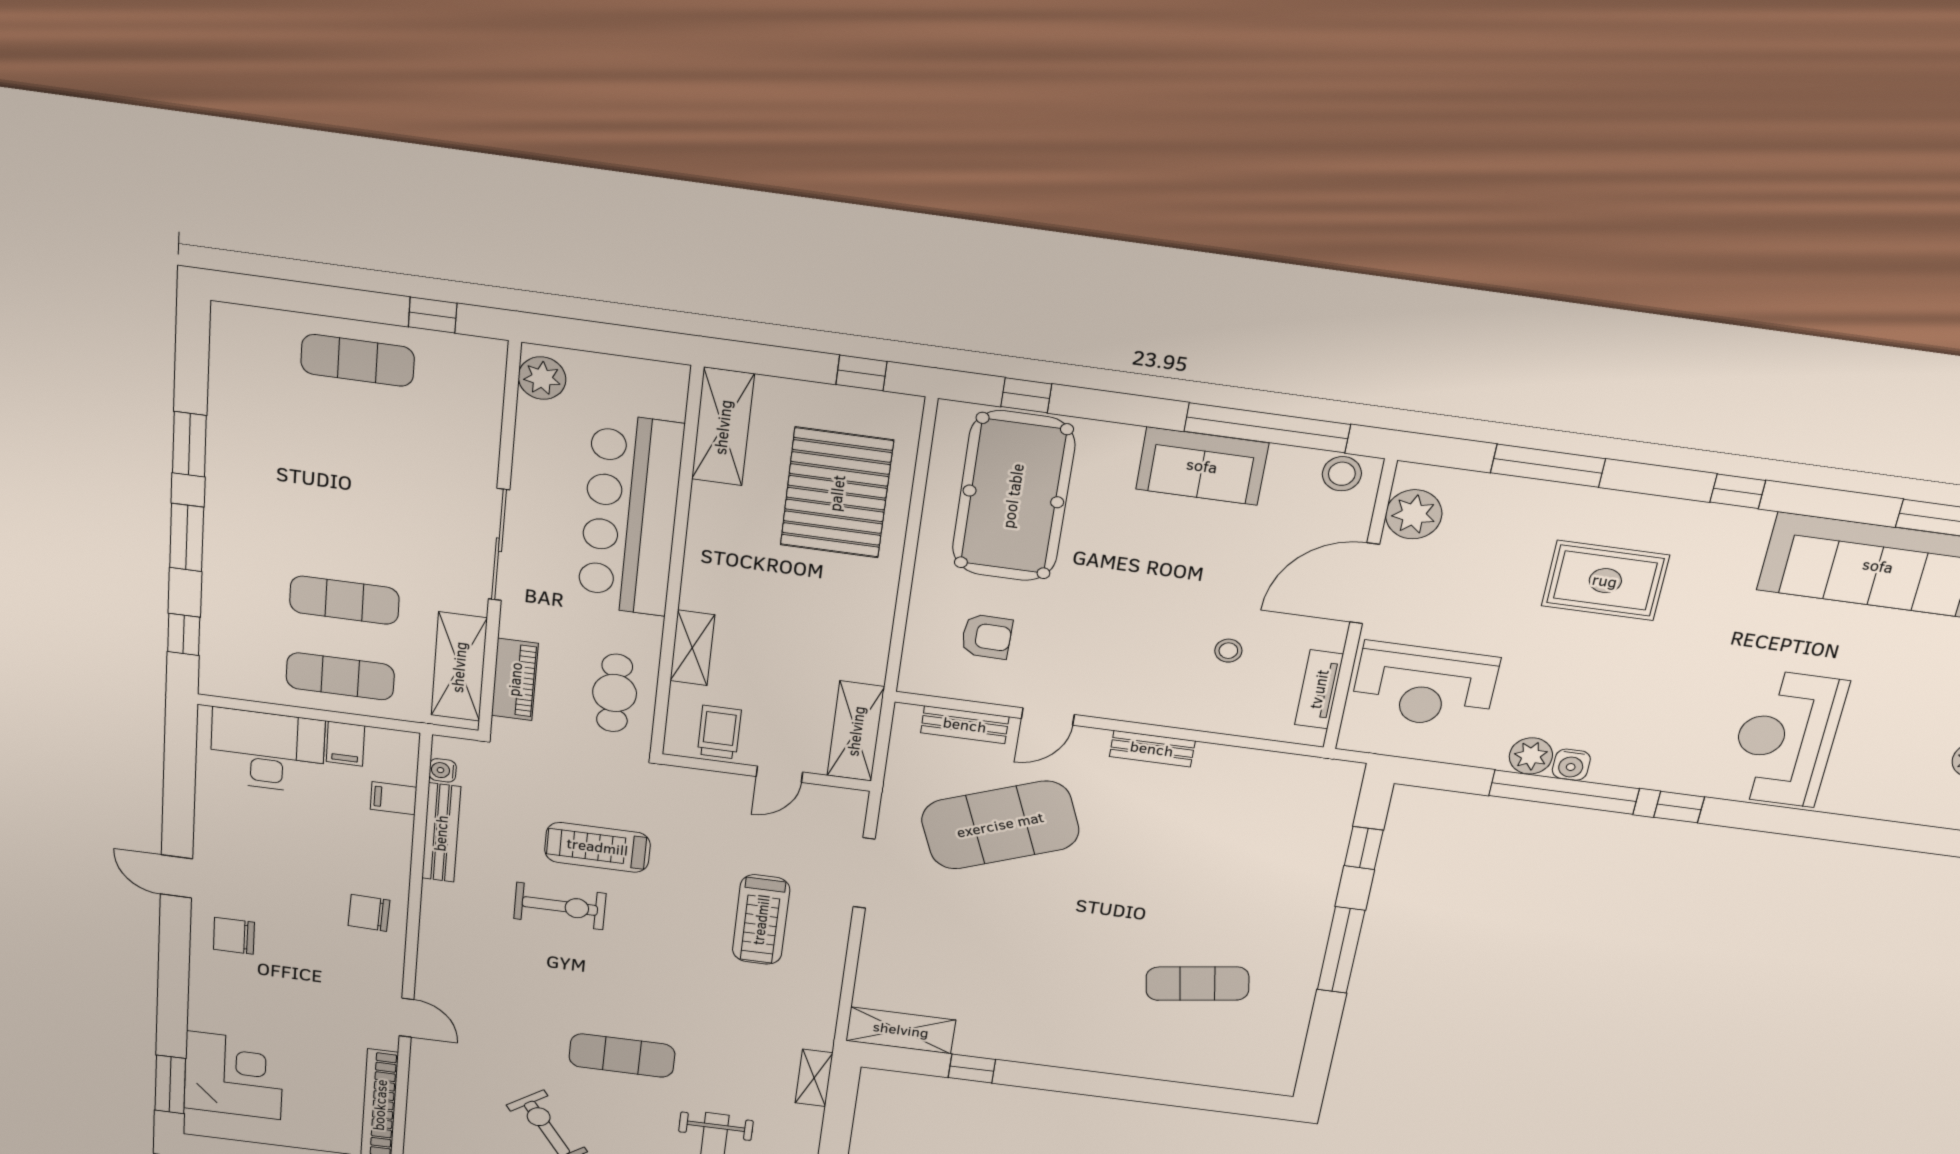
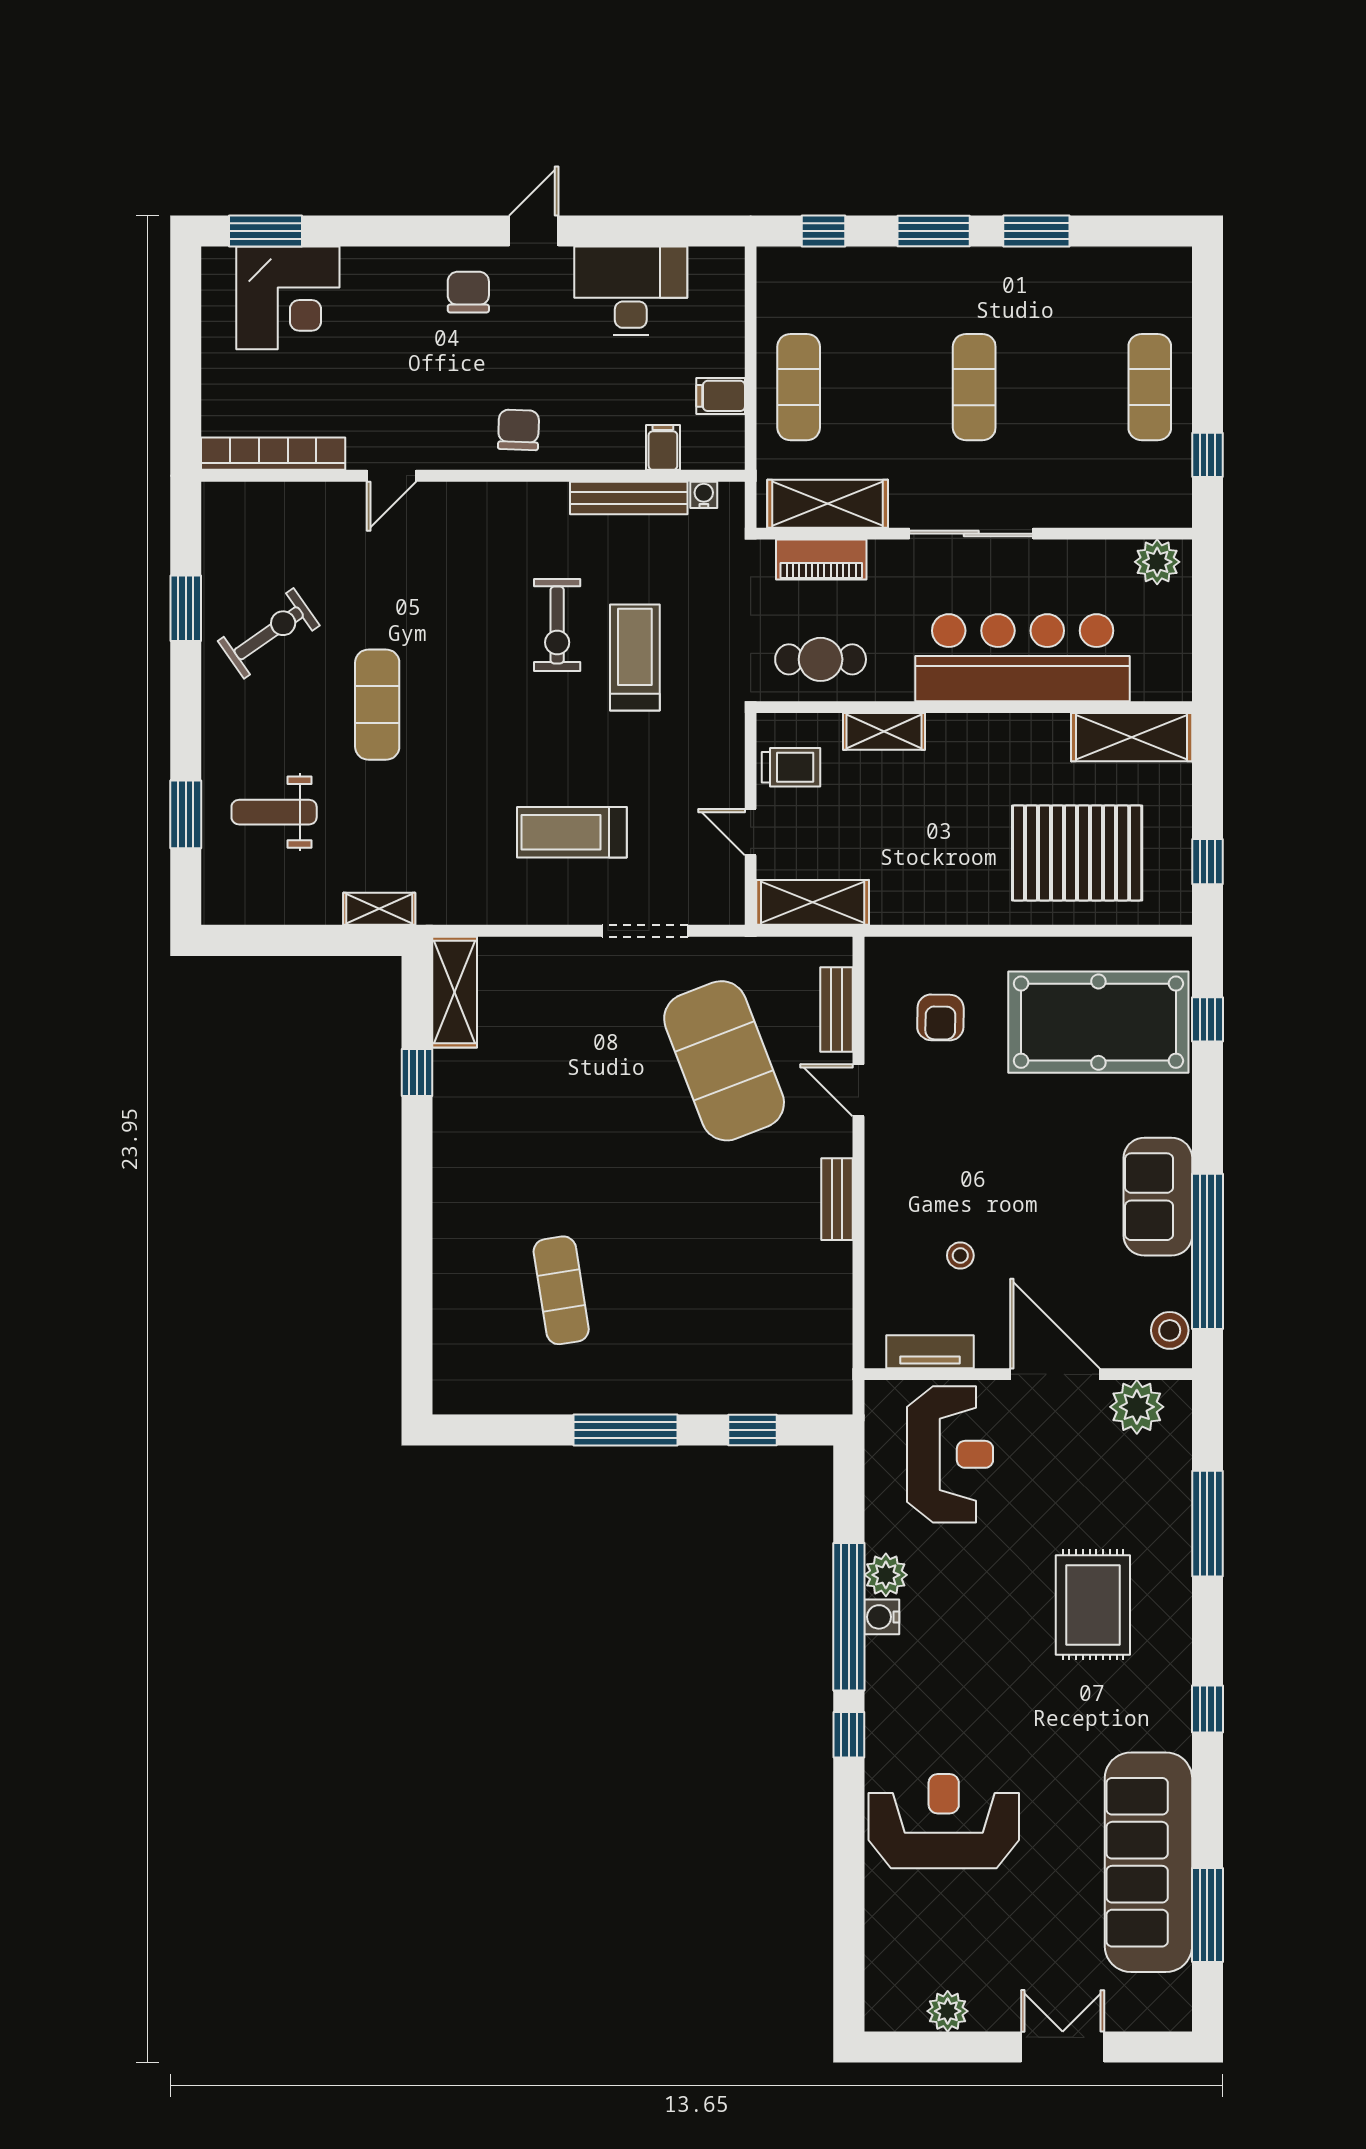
exercise mat: (344, 600) -> (974, 387), moved
reception desk: (1425, 686) -> (950, 1454), turned 180
desk: (267, 751) -> (631, 291), moved, turned -90

